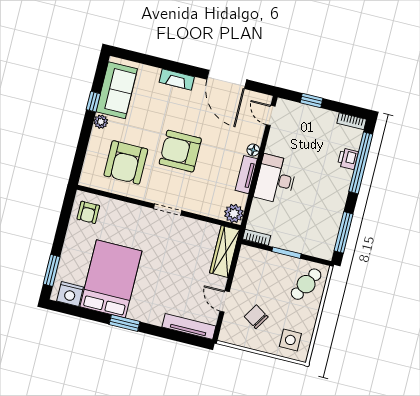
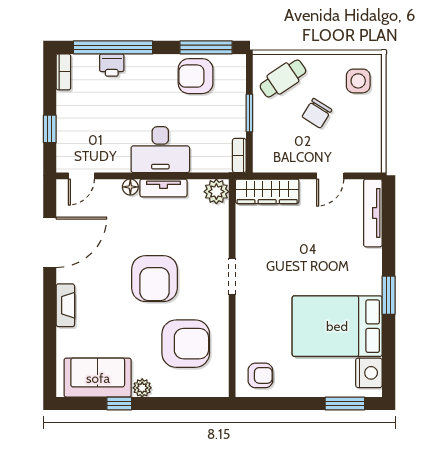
armchair: (324, 219) -> (196, 76), added
cafe table: (306, 284) -> (283, 79), turned -63
chair: (256, 317) -> (317, 113), moved

